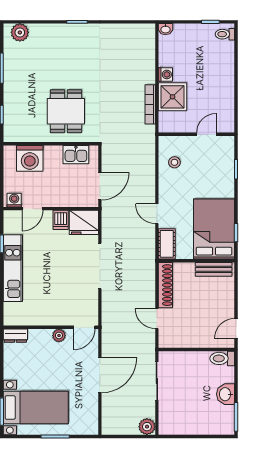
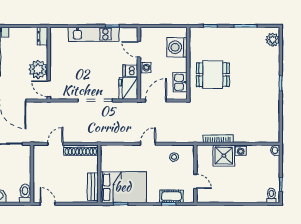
door: (100, 186) -> (156, 100), swing flipped
washing machine: (14, 200) -> (145, 68), moved
door: (157, 214) -> (148, 144), moved
cot: (167, 244) -> (171, 196), moved
plant: (59, 335) -> (38, 69), width x1.87, depth x1.87

